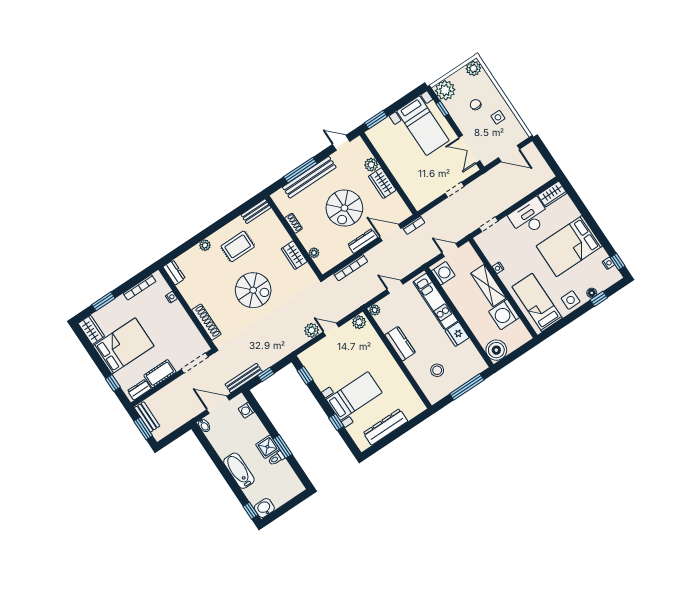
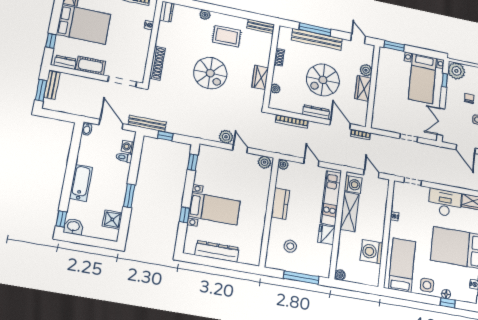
shelving: (488, 286) -> (349, 212), moved
boiler: (496, 350) -> (340, 275), width x0.54, depth x0.54
shower: (268, 447) -> (112, 219), moved
toilet: (276, 458) -> (124, 157), moved

